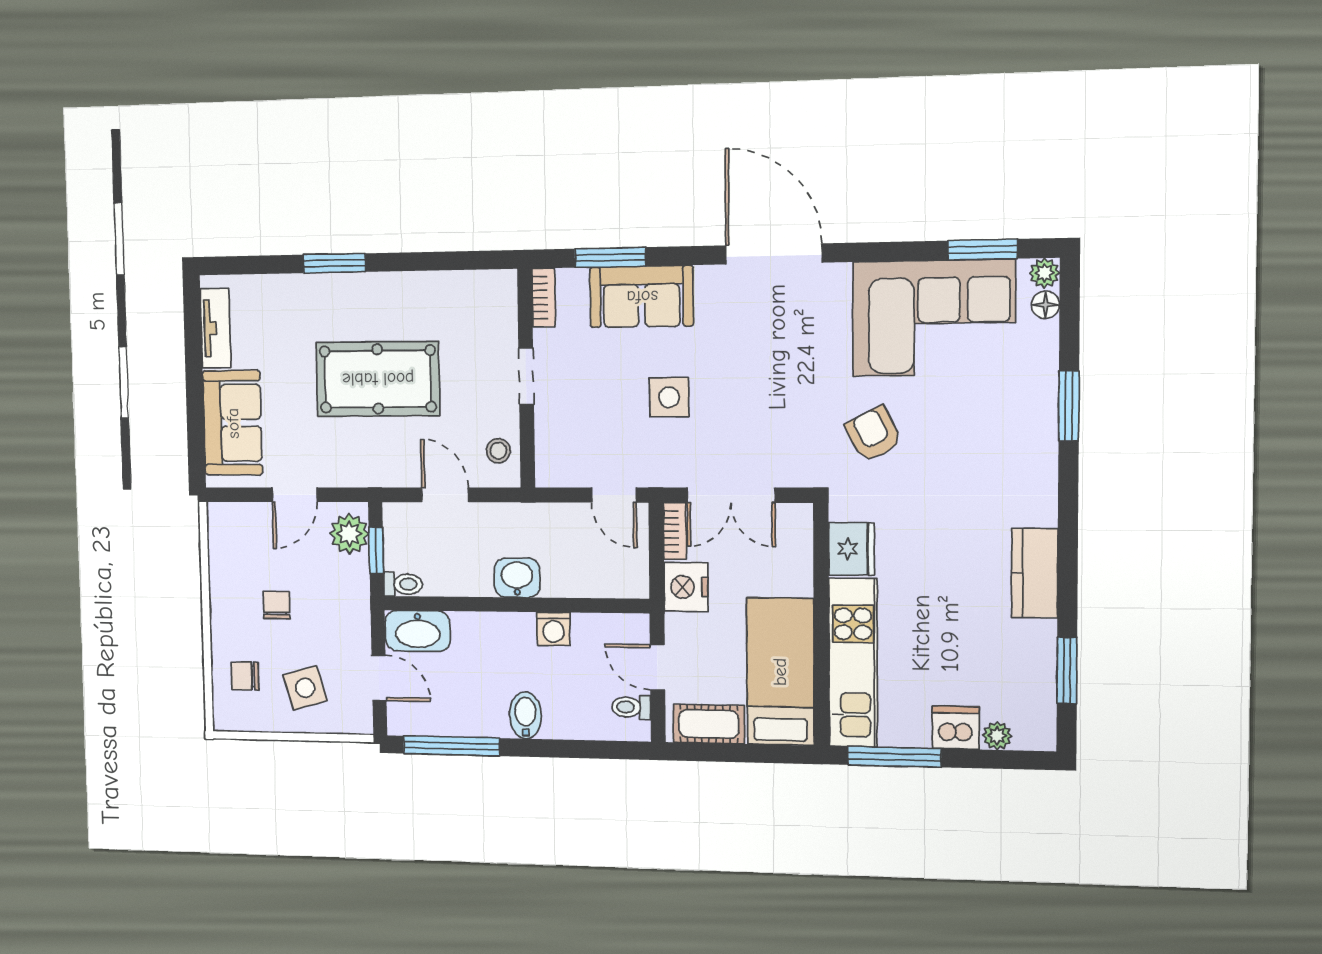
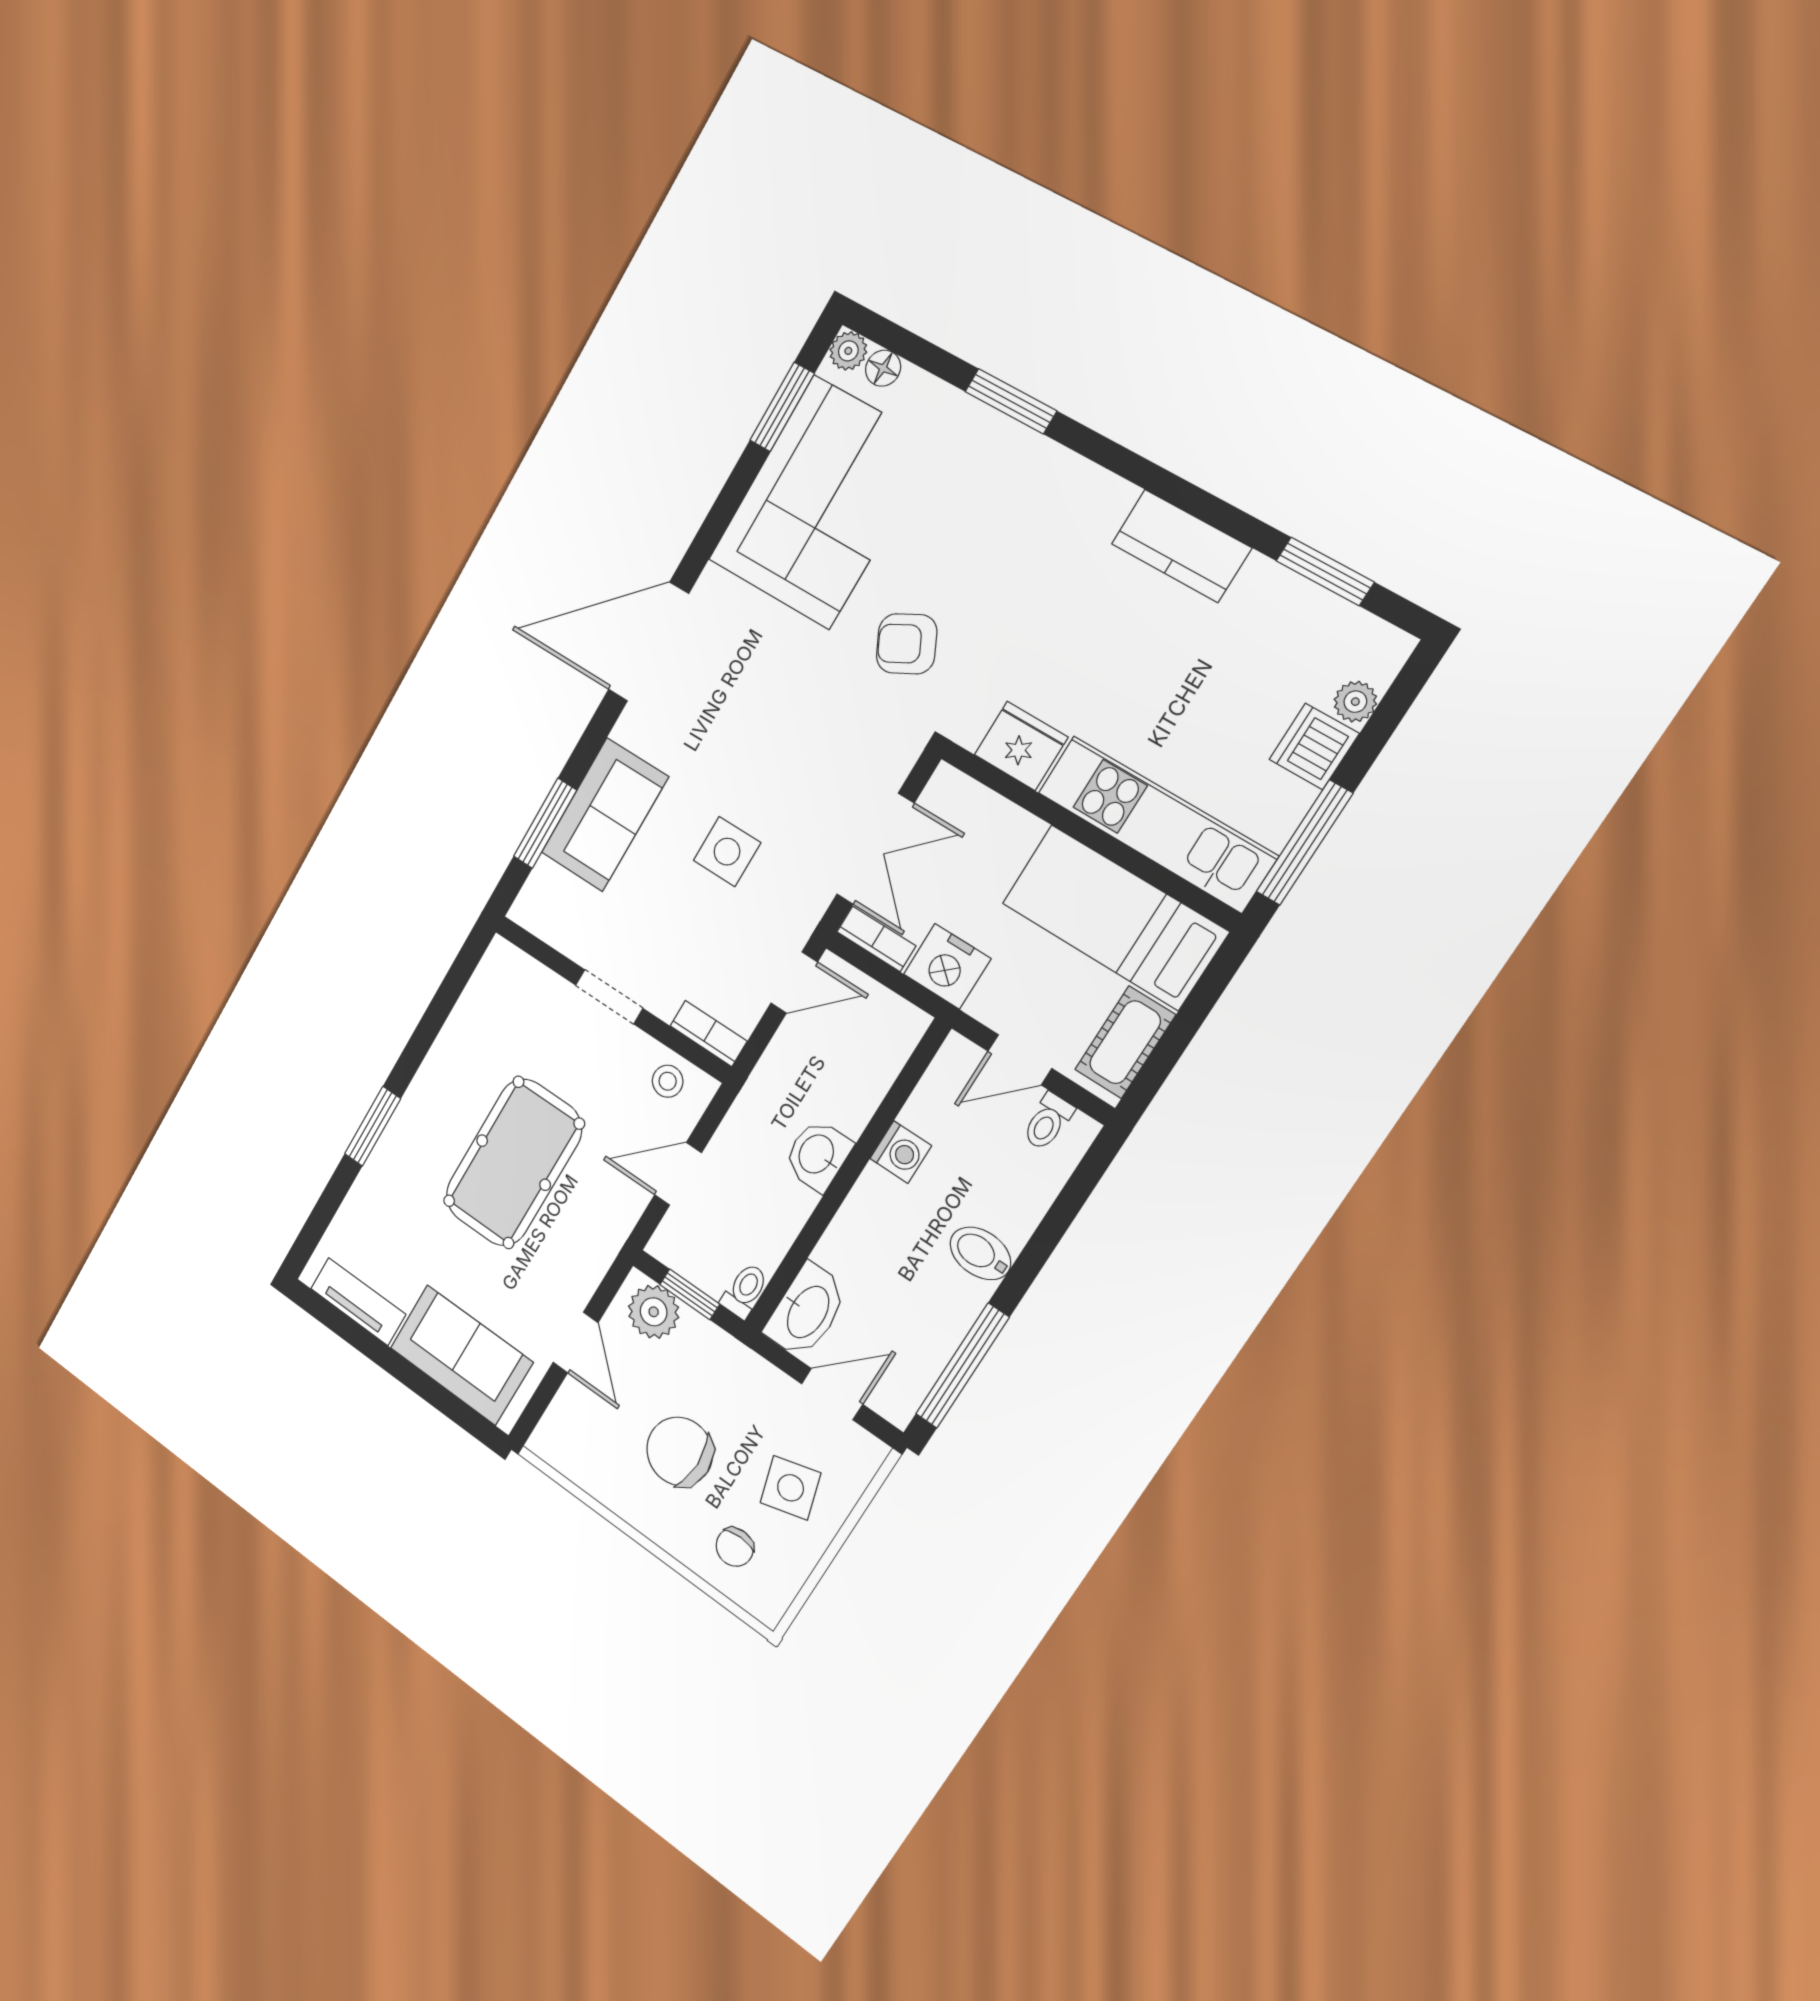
bookcase: (544, 297) -> (709, 1033), moved
chair: (277, 605) -> (680, 1452), width x1.87, depth x1.87

